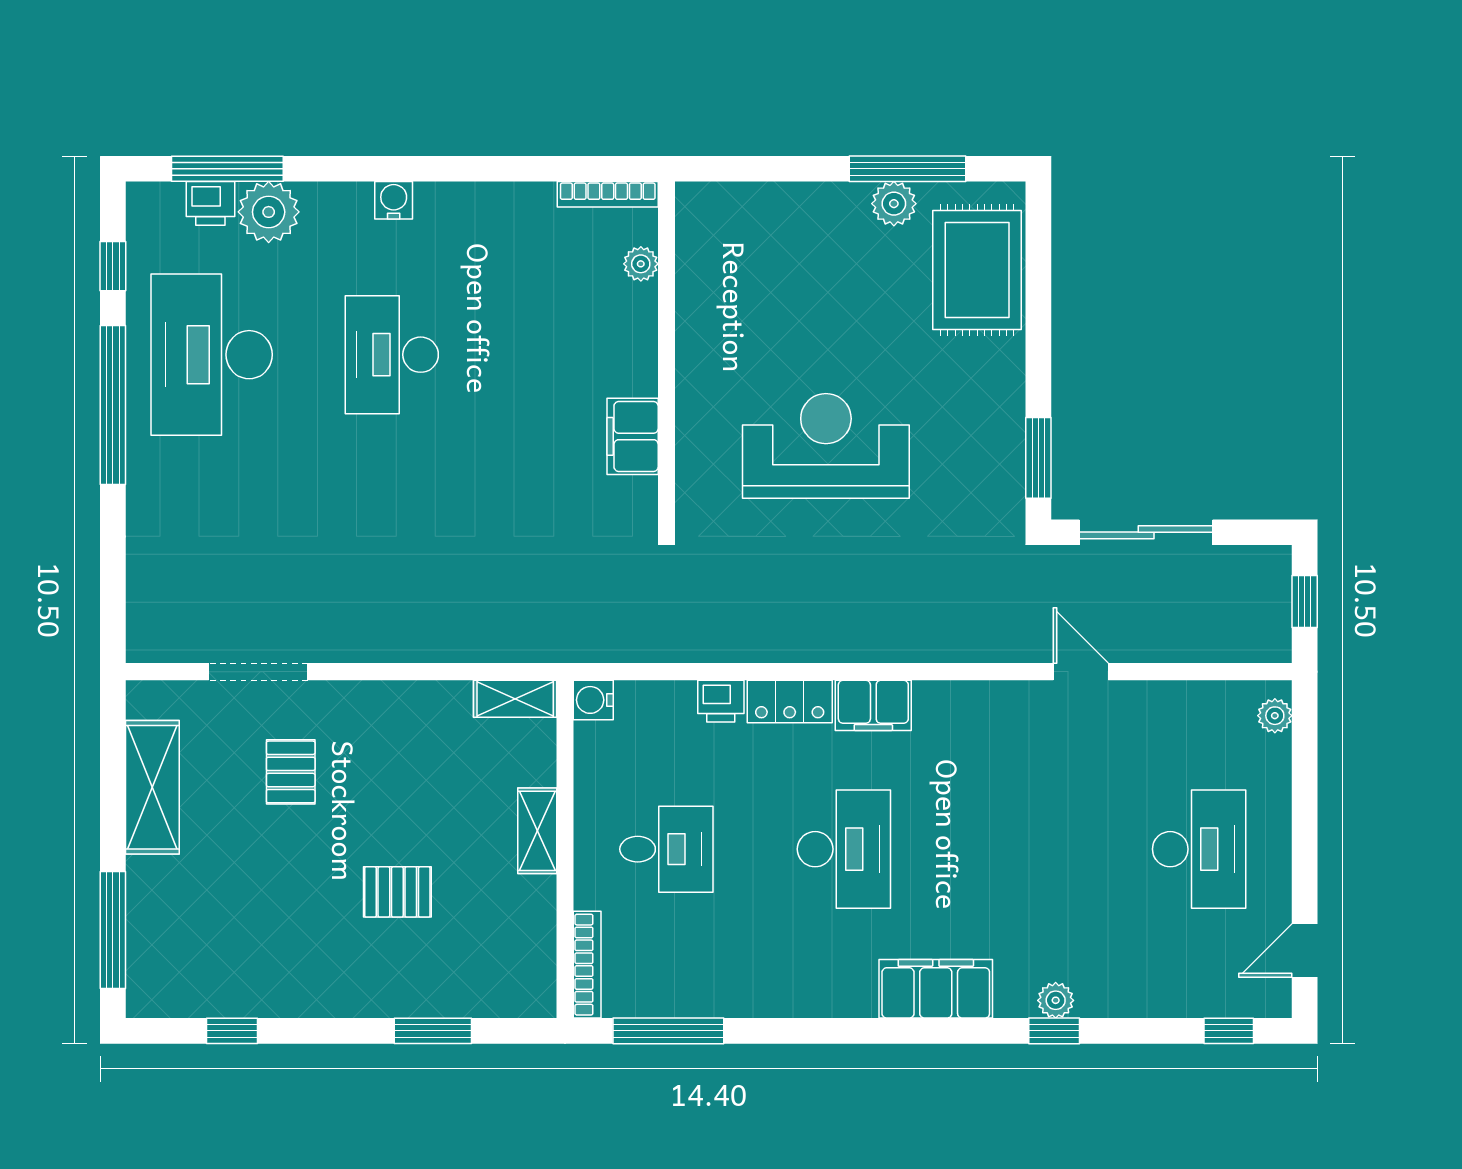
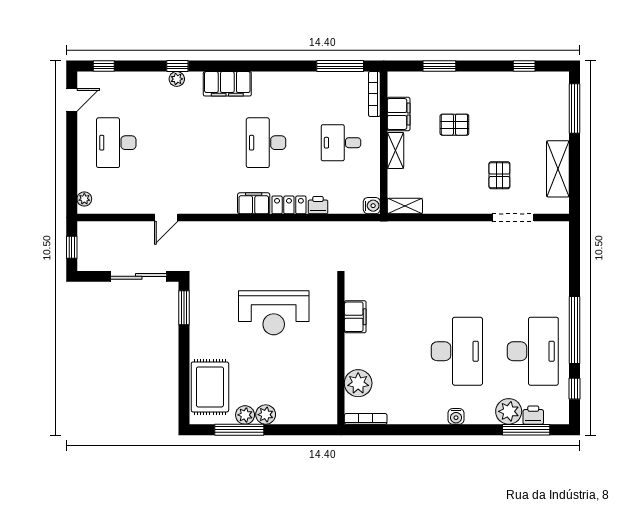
plant: (845, 205) -> (266, 415), added
plant: (641, 264) -> (358, 383), width x1.88, depth x1.88
desk: (392, 355) -> (457, 351), width x1.36, depth x1.30
door: (1081, 672) -> (166, 218), hinge flipped
filing cabinet: (530, 917) -> (399, 114), added

